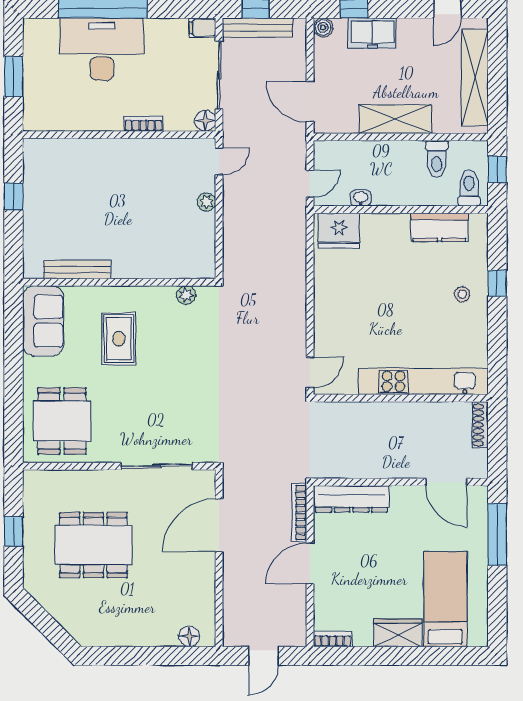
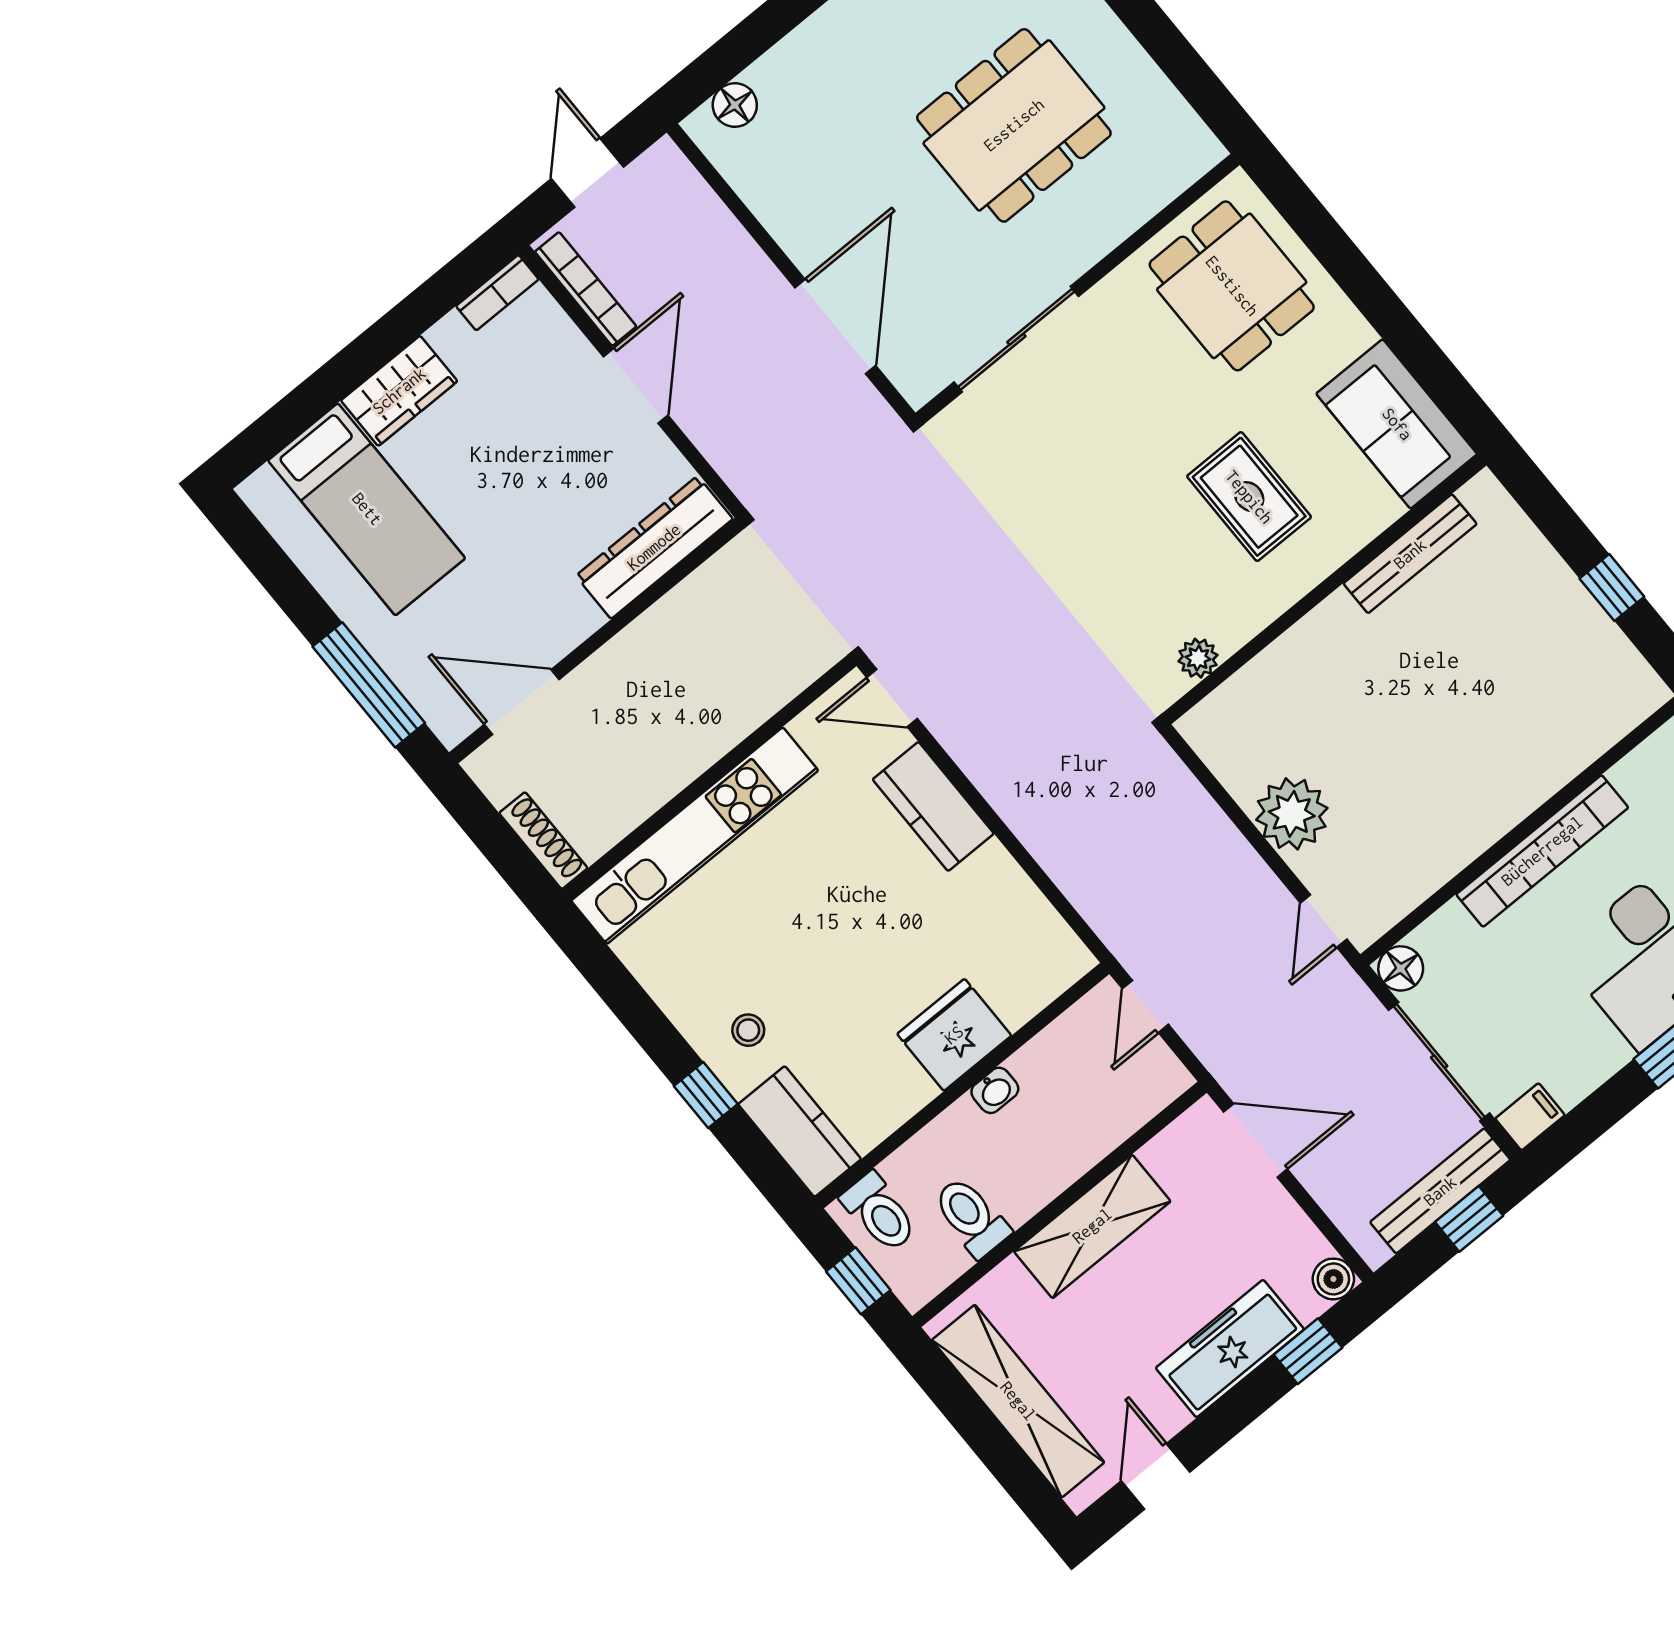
freezer: (372, 33) -> (1230, 1349), width x1.40
bookcase: (143, 124) -> (1542, 851), width x2.31, depth x1.31
washbasin: (361, 198) -> (995, 1090), moved
plant: (207, 202) -> (1292, 814), width x1.87, depth x1.87
kitchen counter: (439, 227) -> (800, 1132), moved, turned 90
fridge: (339, 231) -> (954, 1035), moved
kitchen counter: (327, 320) -> (933, 806), added
door: (310, 372) -> (892, 698), hinge flipped
bookcase: (299, 513) -> (586, 289), moved
window: (14, 531) -> (1163, 41), removed

